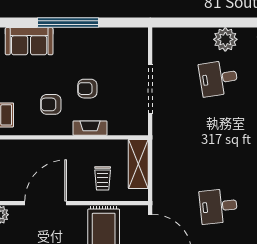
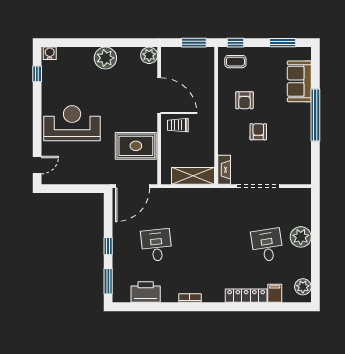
plant: (225, 39) -> (301, 237), moved
armchair: (51, 104) -> (245, 100), turned 180
fireplace: (90, 128) -> (224, 170), moved
trolley: (103, 178) -> (178, 125), moved

